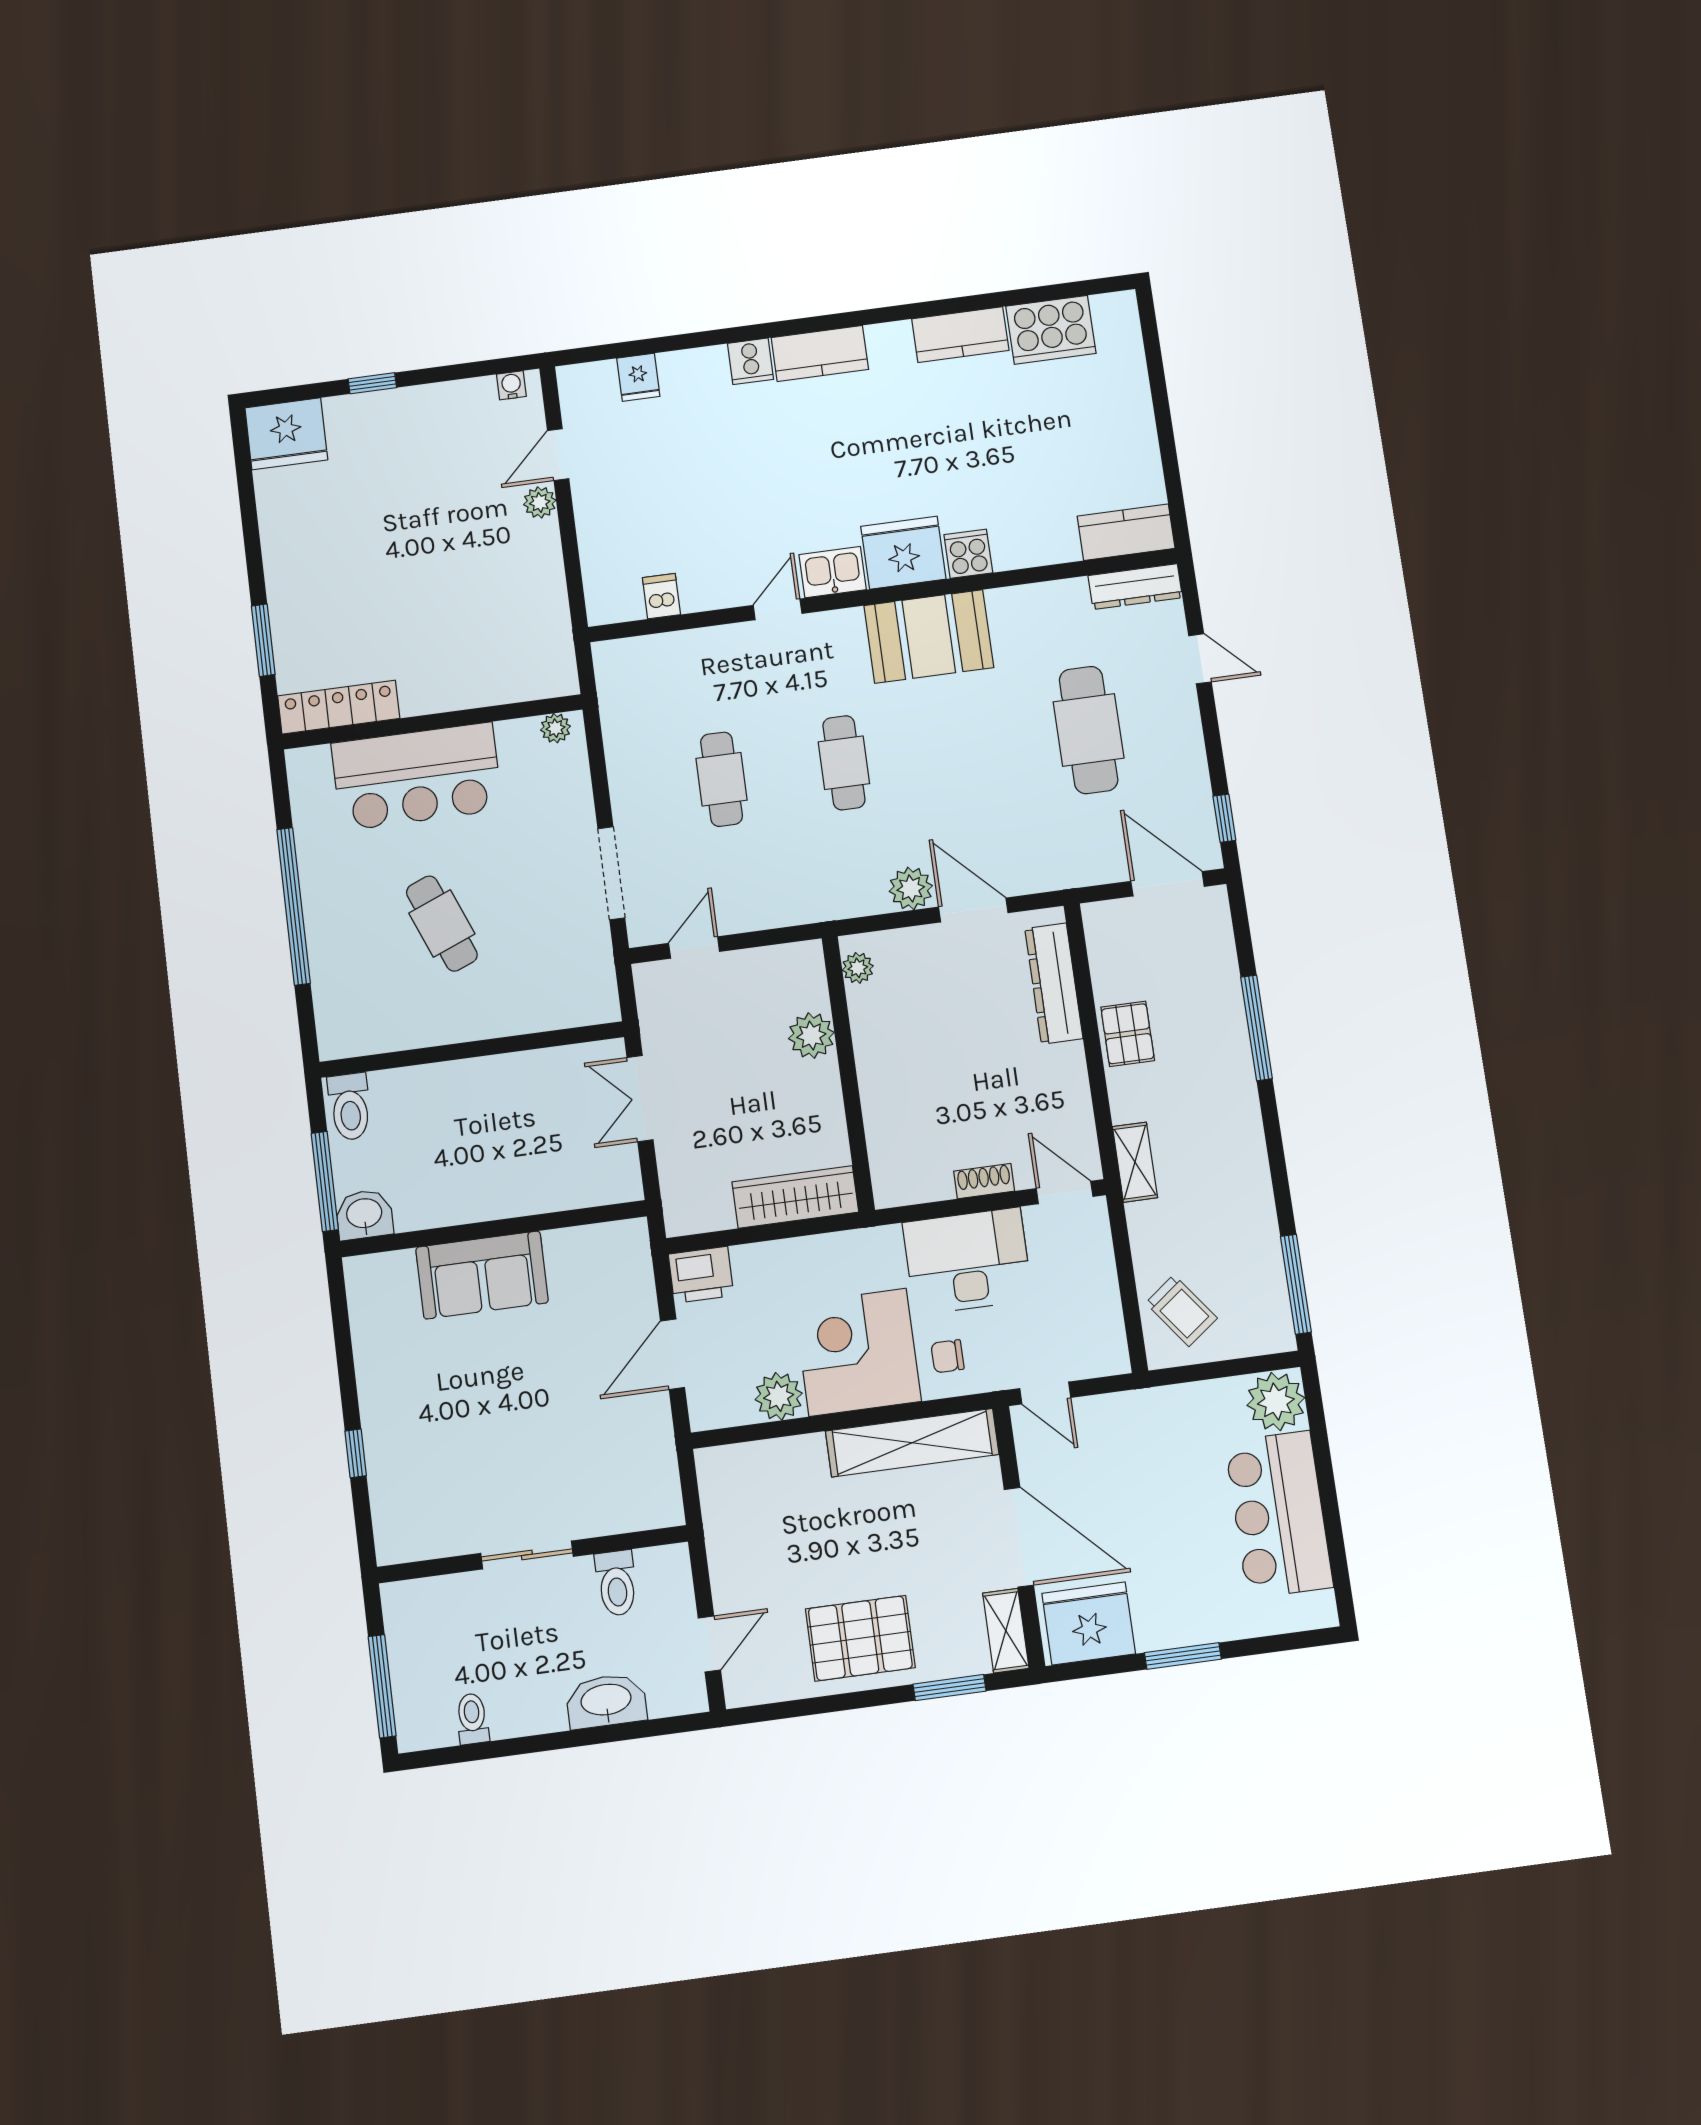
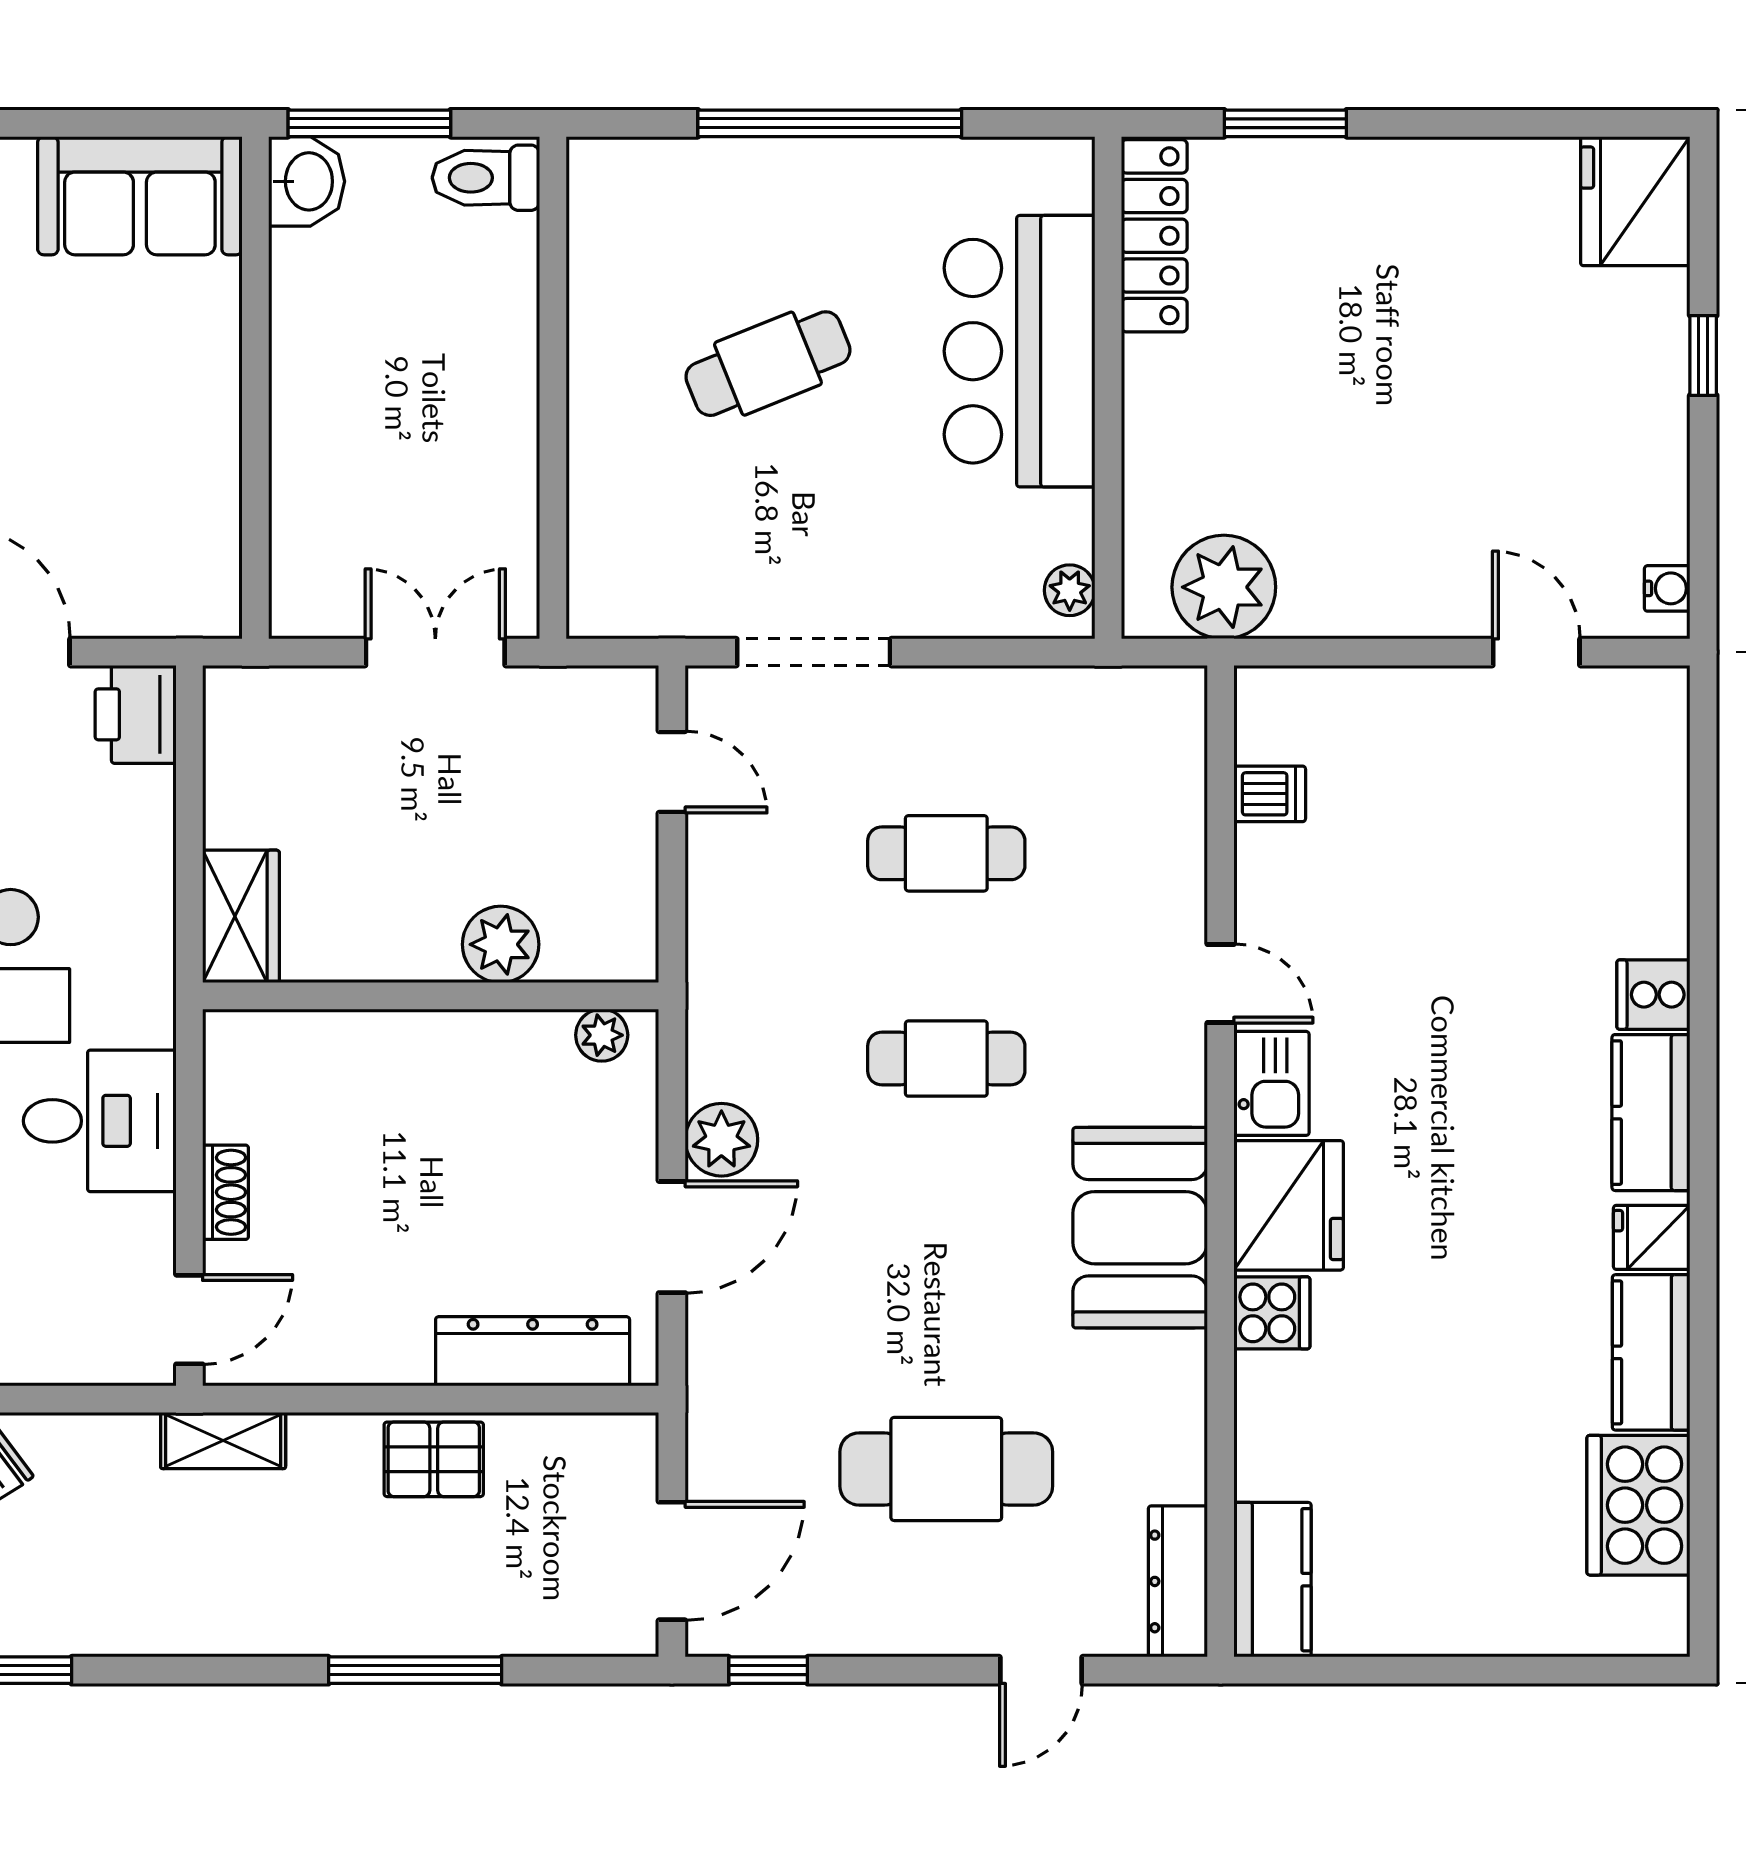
fridge: (638, 377) -> (1652, 1237), moved
plant: (540, 502) -> (1224, 587), moved, width x1.87, depth x1.87
wardrobe: (795, 1197) -> (241, 916), width x0.67
desk: (967, 1261) -> (100, 1121), width x0.73
sofa: (482, 1275) -> (140, 196), moved, turned -90

